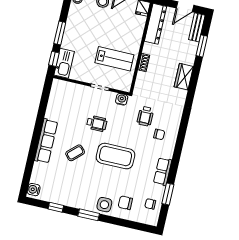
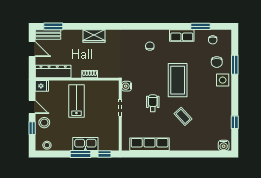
window: (202, 46) -> (53, 26), moved
lab bench: (114, 59) -> (76, 101), moved
kitchen sink: (64, 63) -> (85, 144), moved
wheelchair: (145, 116) -> (137, 62), removed
row of seats: (46, 141) -> (150, 144), moved
window: (89, 215) -> (235, 65), moved

